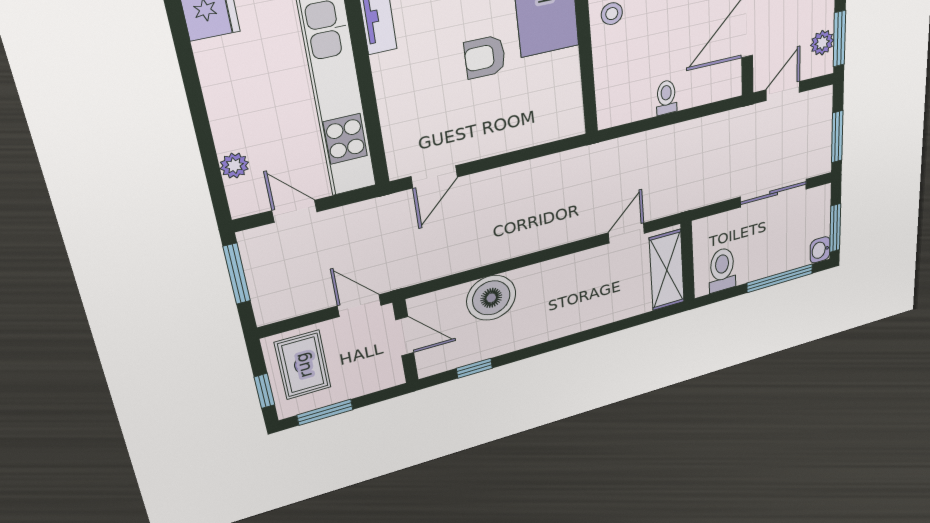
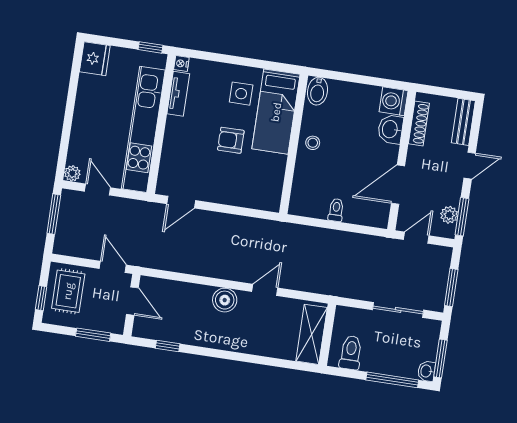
plant: (234, 166) -> (72, 173), moved
door: (626, 233) -> (265, 290), moved
boiler: (491, 298) -> (225, 300), moved, width x0.73, depth x0.73
window: (325, 412) -> (93, 335), moved

